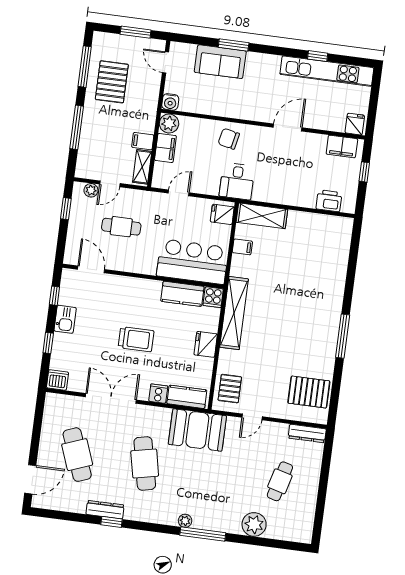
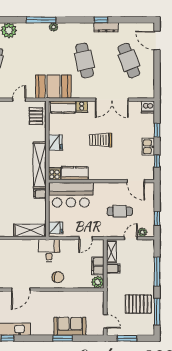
pallet: (112, 82) -> (138, 304), turned 90
water cooler: (170, 102) -> (99, 296), removed
filing cabinet: (242, 247) -> (40, 194), moved
door: (30, 479) -> (157, 41), hinge flipped

